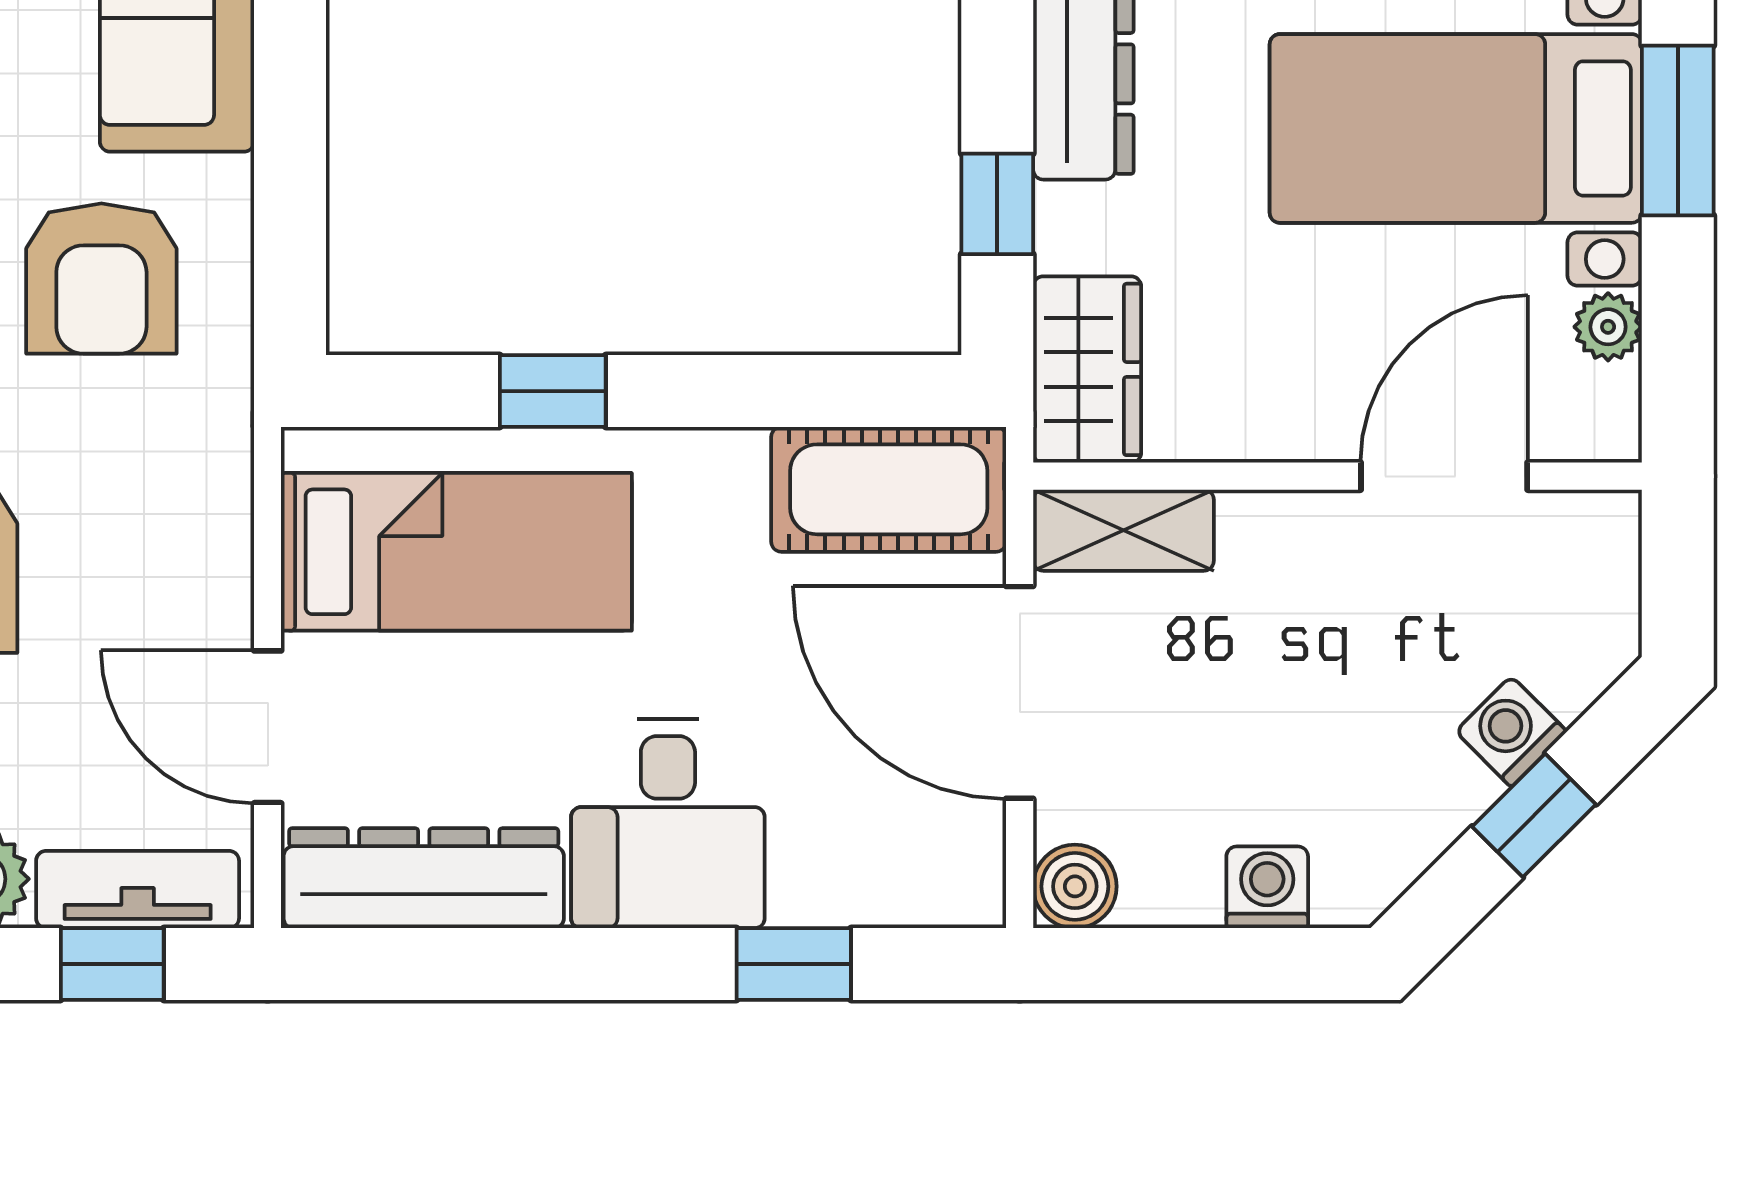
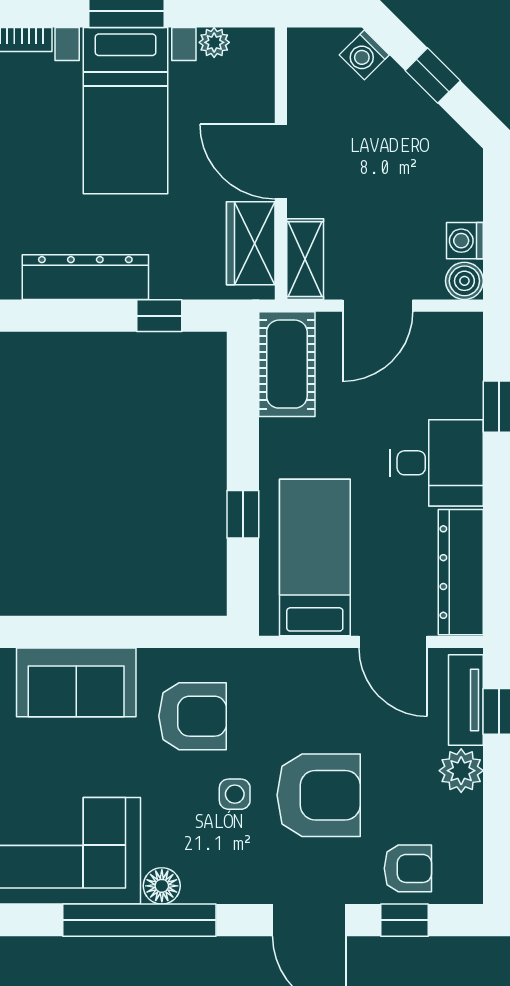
wardrobe: (1087, 369) -> (251, 243), moved, turned -90
door: (1444, 476) -> (281, 162), moved
door: (1020, 692) -> (378, 306), width x0.73
door: (268, 727) -> (393, 642), hinge flipped
washing machine: (1511, 731) -> (364, 55), moved
washing machine: (1267, 887) -> (465, 241), moved

